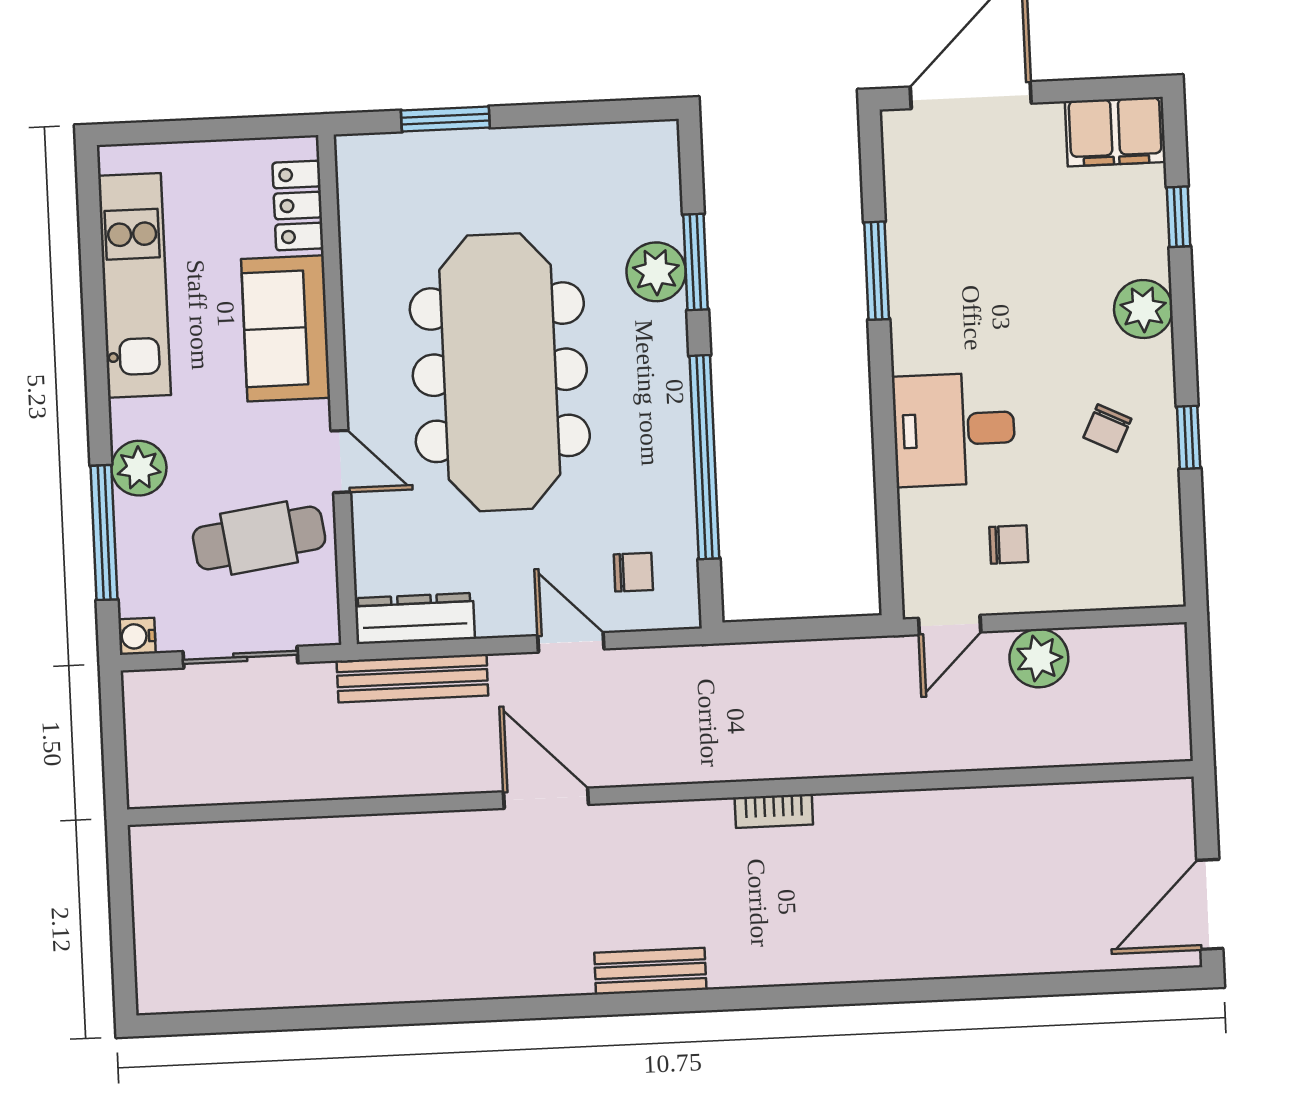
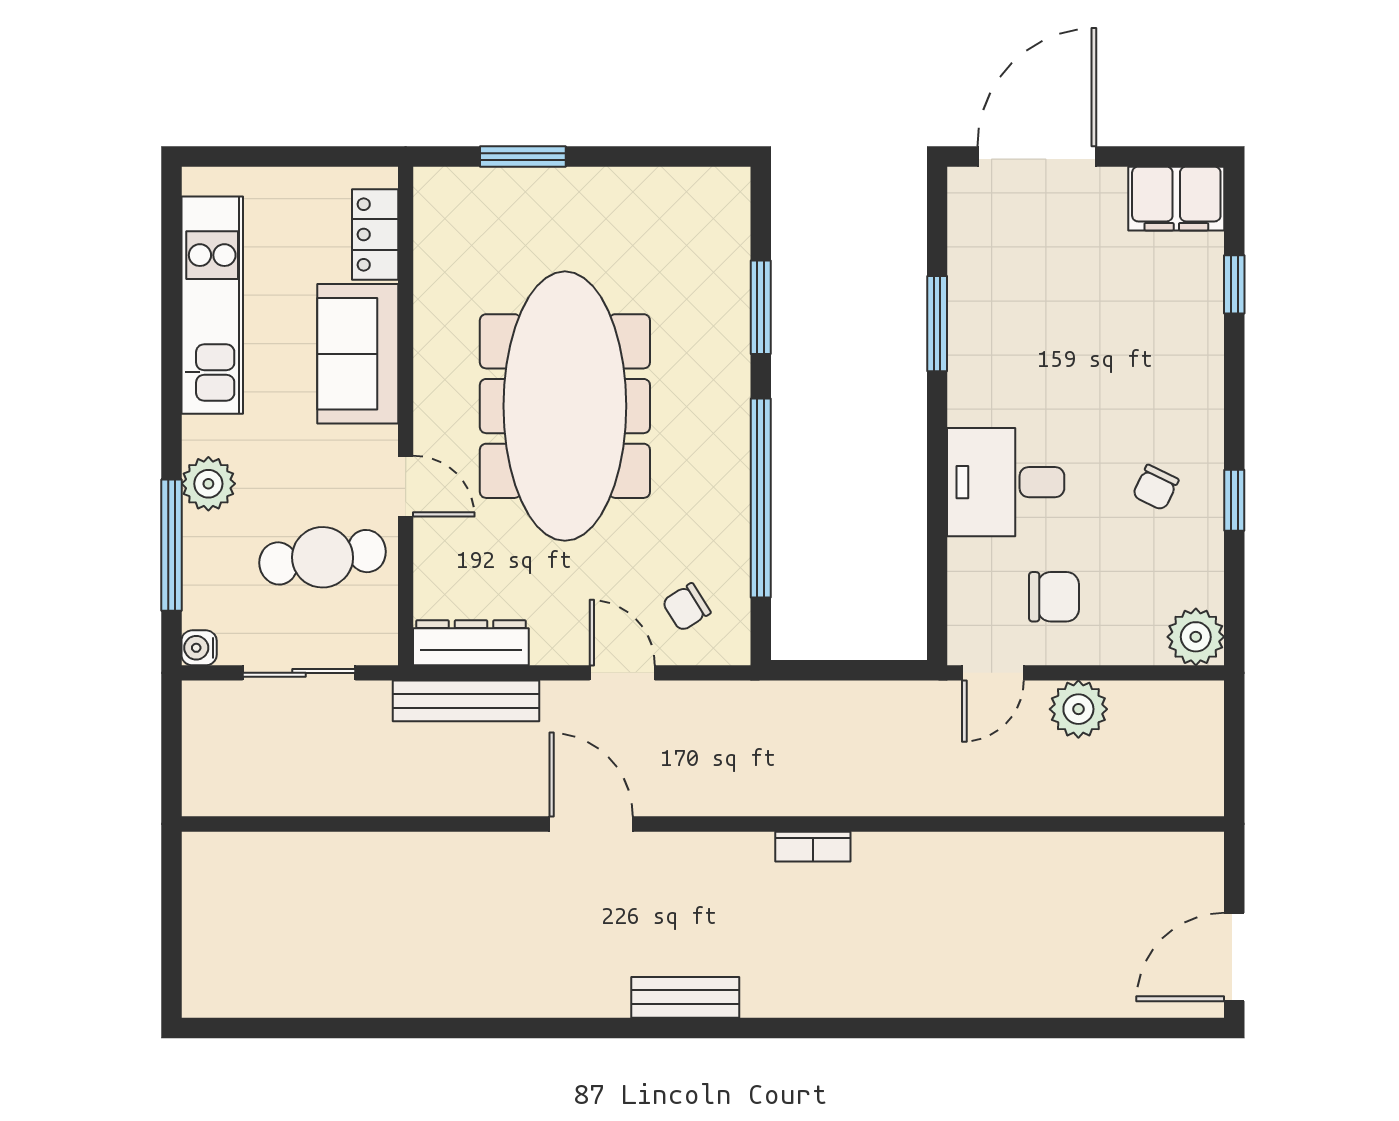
plant: (656, 272) -> (722, 315), removed
plant: (1143, 309) -> (1196, 637), moved
chair: (1009, 544) -> (1054, 597), width x1.37, depth x1.37
chair: (633, 572) -> (686, 607), turned 148

